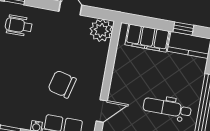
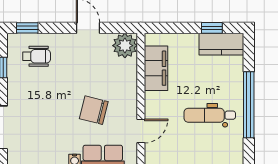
wheelchair: (19, 26) -> (36, 56), turned 180
filing cabinet: (147, 38) -> (156, 68), moved, turned -90

